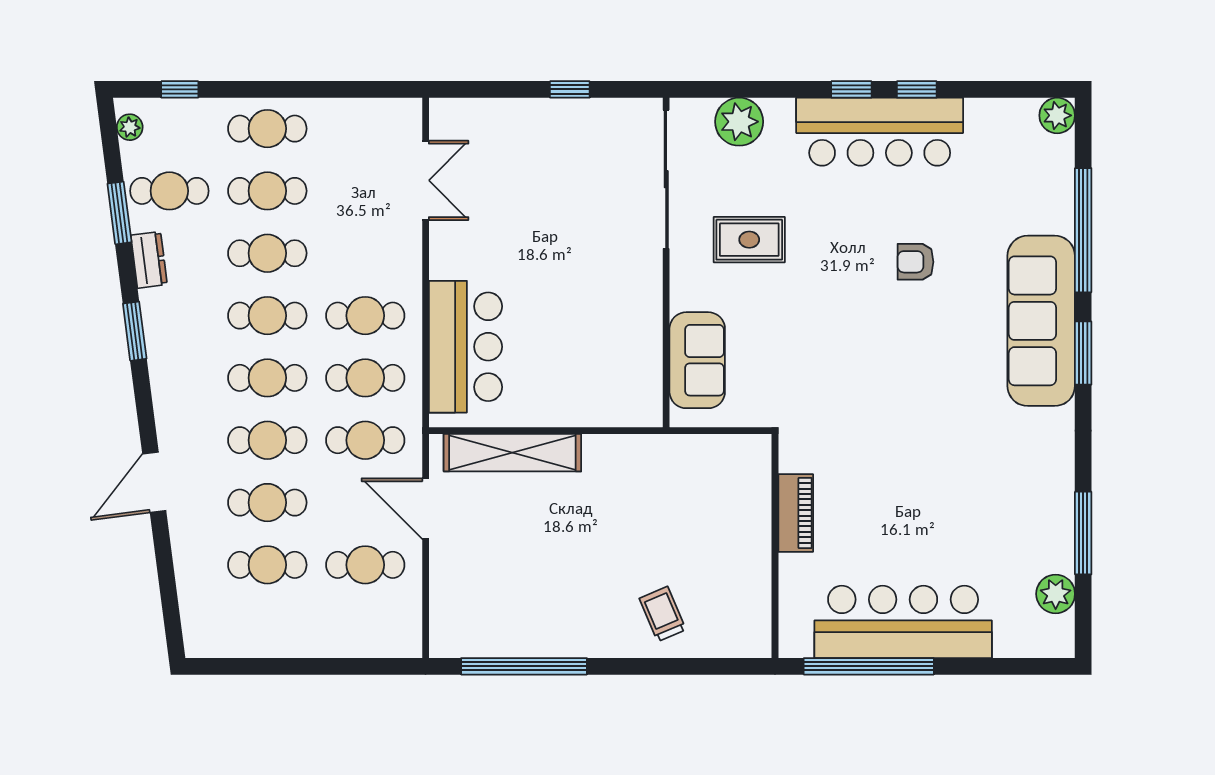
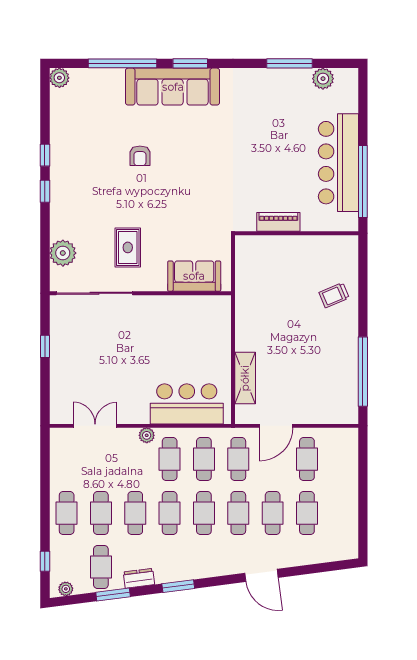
bar counter: (880, 132) -> (68, 176), removed
plant: (408, 274) -> (147, 435), added
shelving: (512, 453) -> (245, 378), width x0.68

